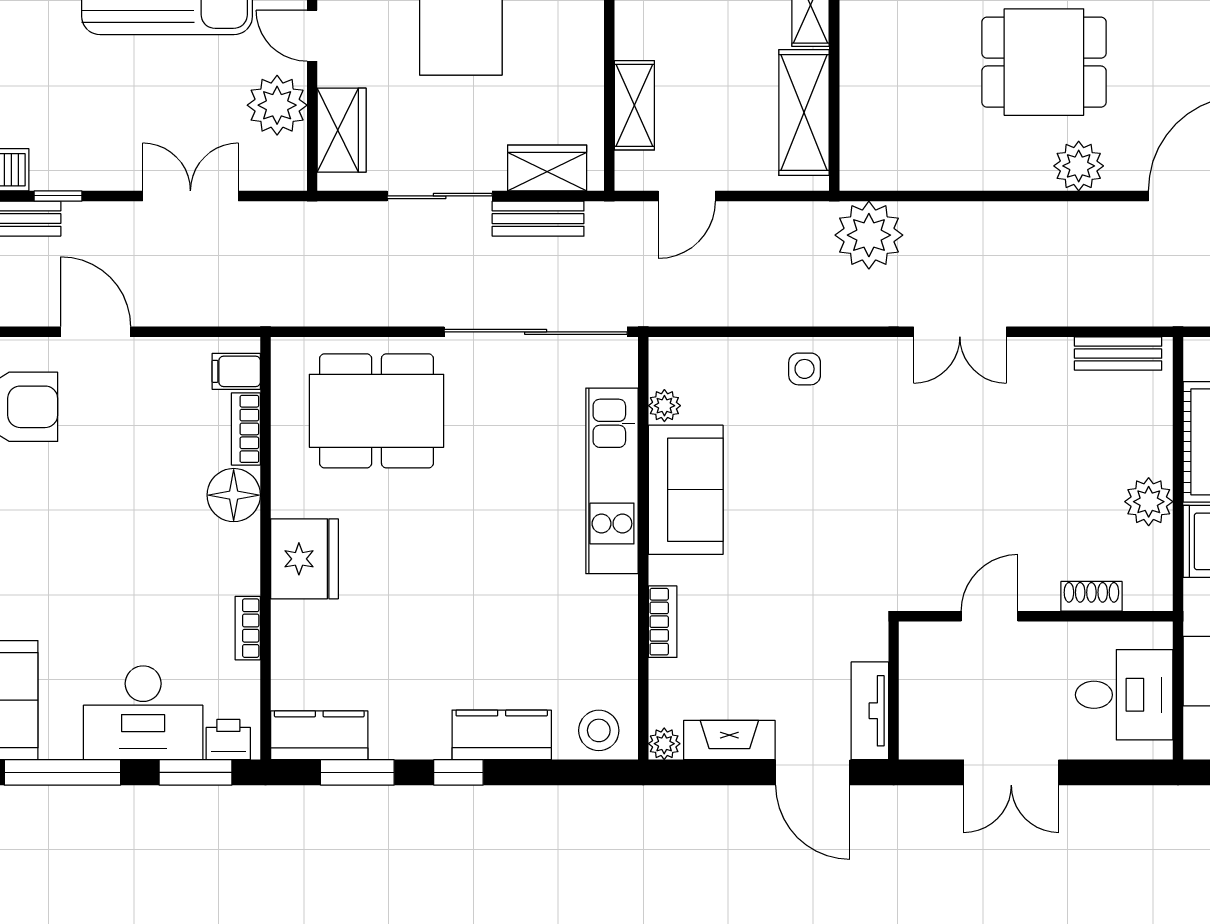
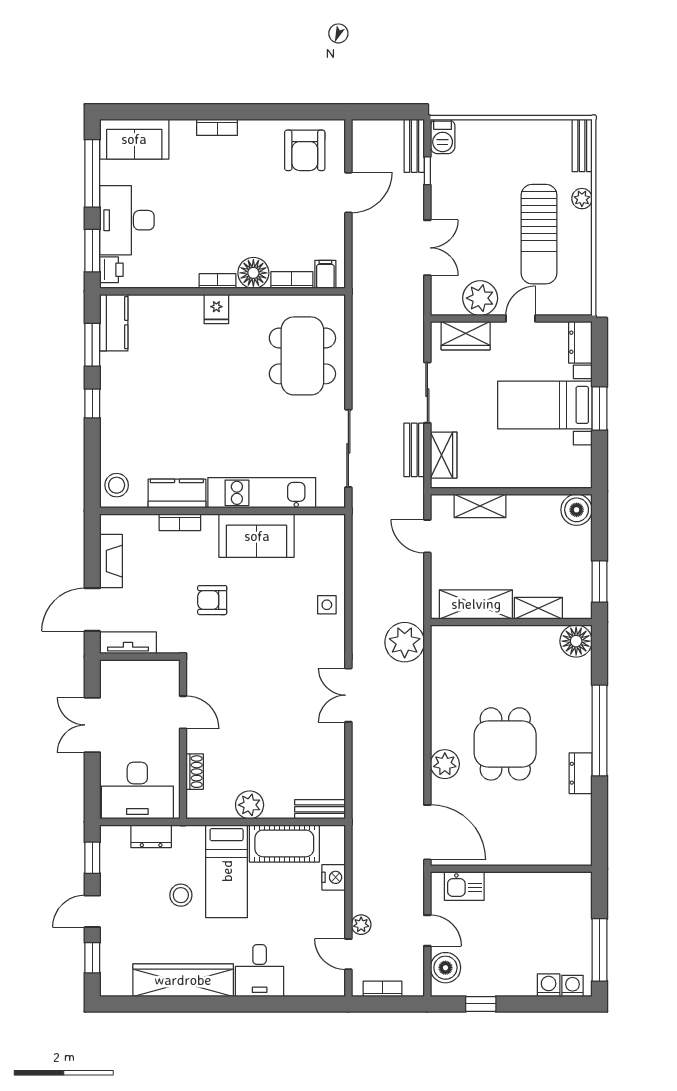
sliding door: (536, 332) -> (348, 448), width x0.73
bench: (1118, 354) -> (320, 809), moved, turned 90
plant: (664, 406) -> (305, 523), removed
fridge: (304, 559) -> (216, 309), width x0.53, depth x0.75
armchair: (796, 566) -> (212, 600), added
bookcase: (248, 628) -> (218, 281), moved
desk: (1124, 695) -> (137, 791), width x1.37
kitchen counter: (502, 735) -> (177, 494), moved, turned -90
plant: (664, 744) -> (109, 523), removed

